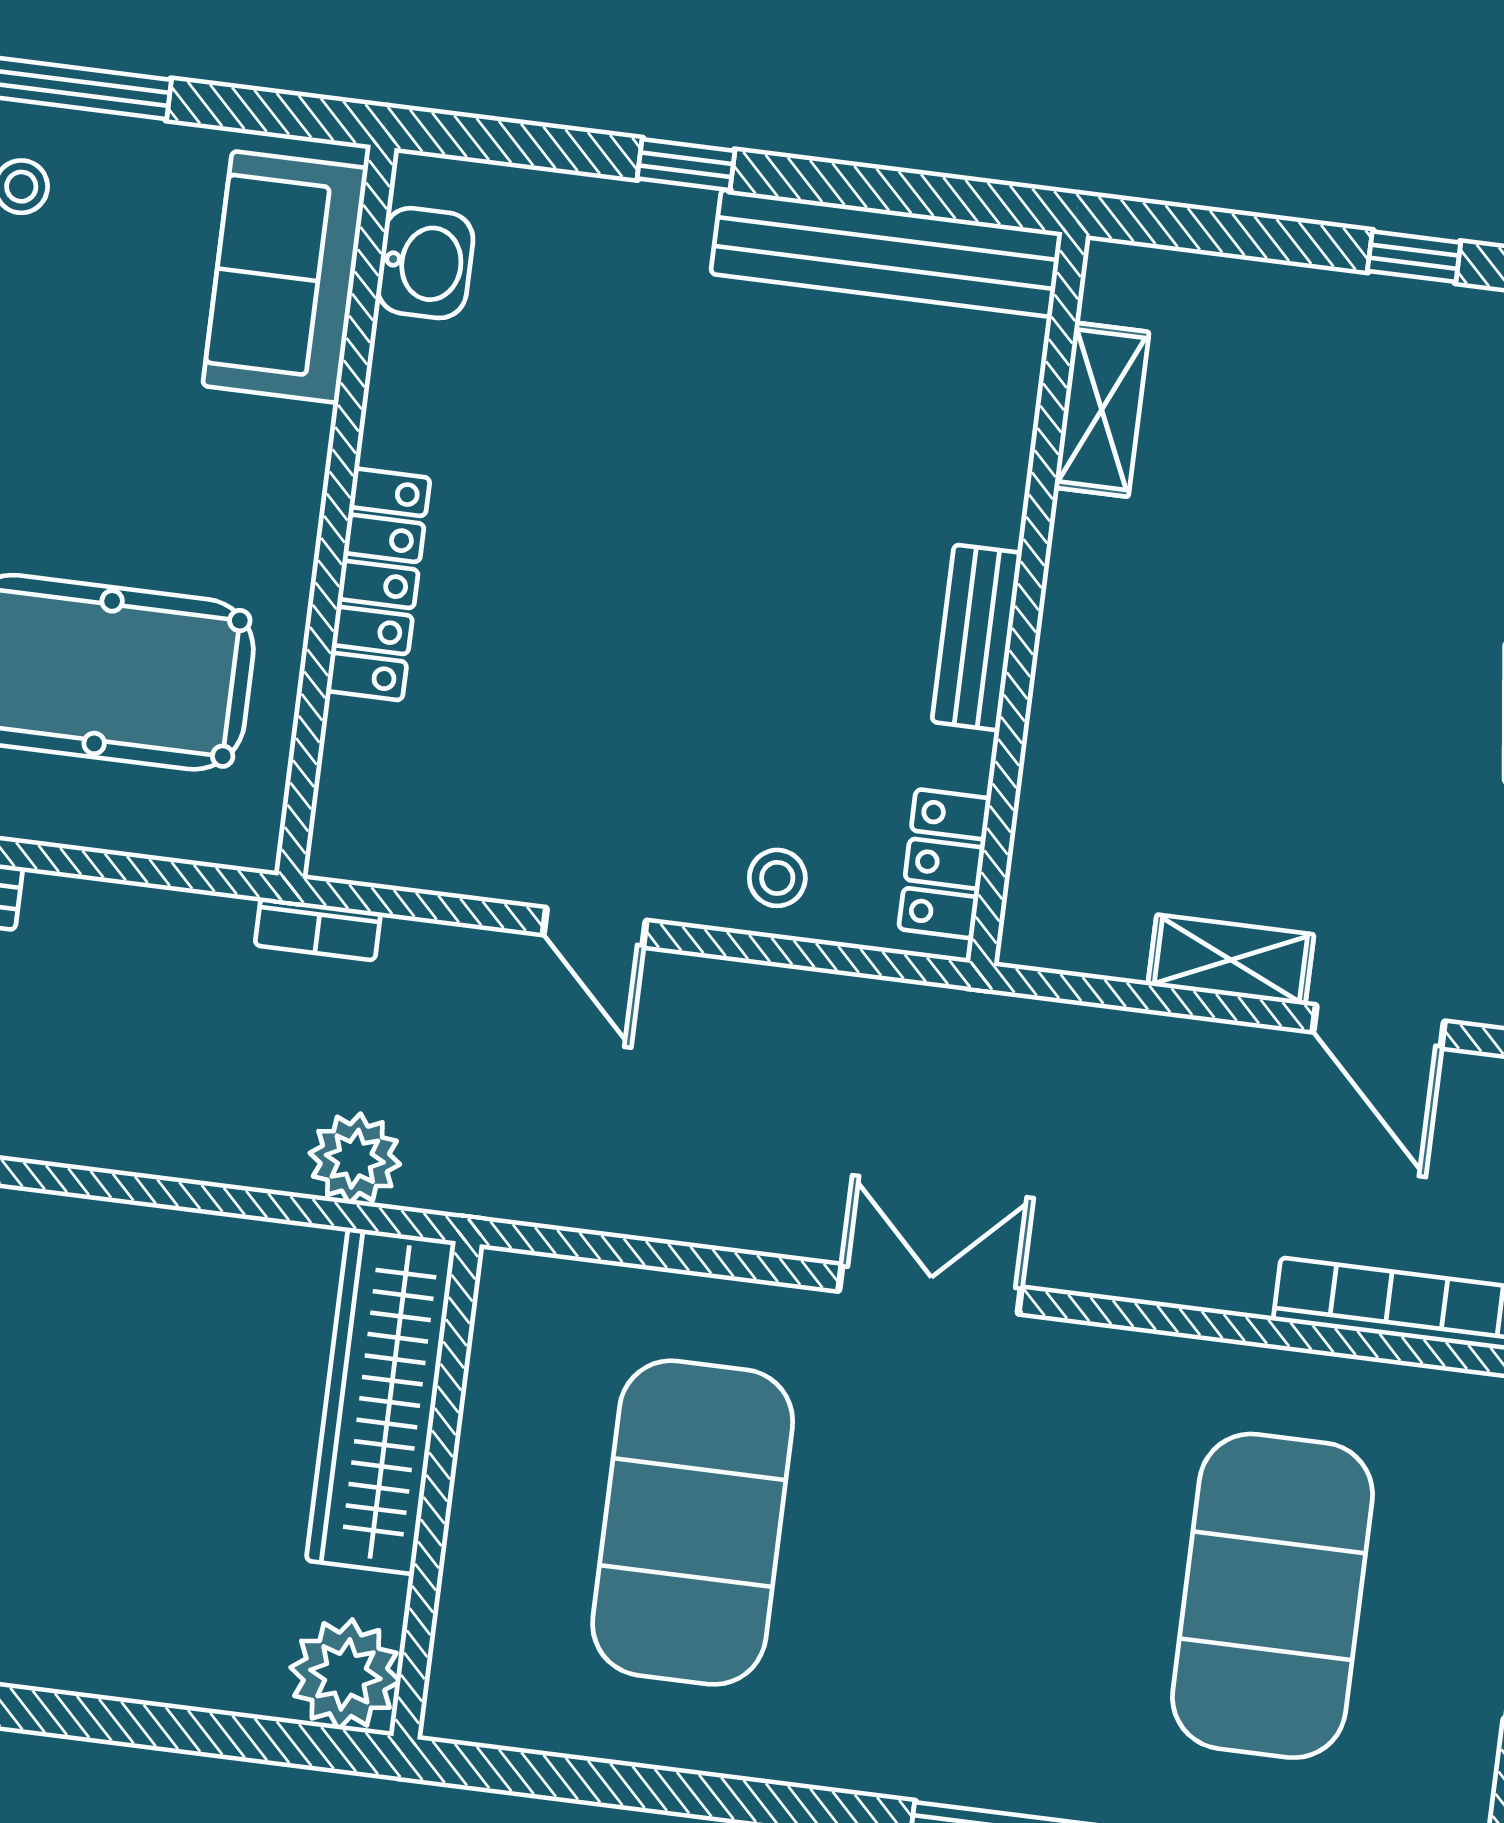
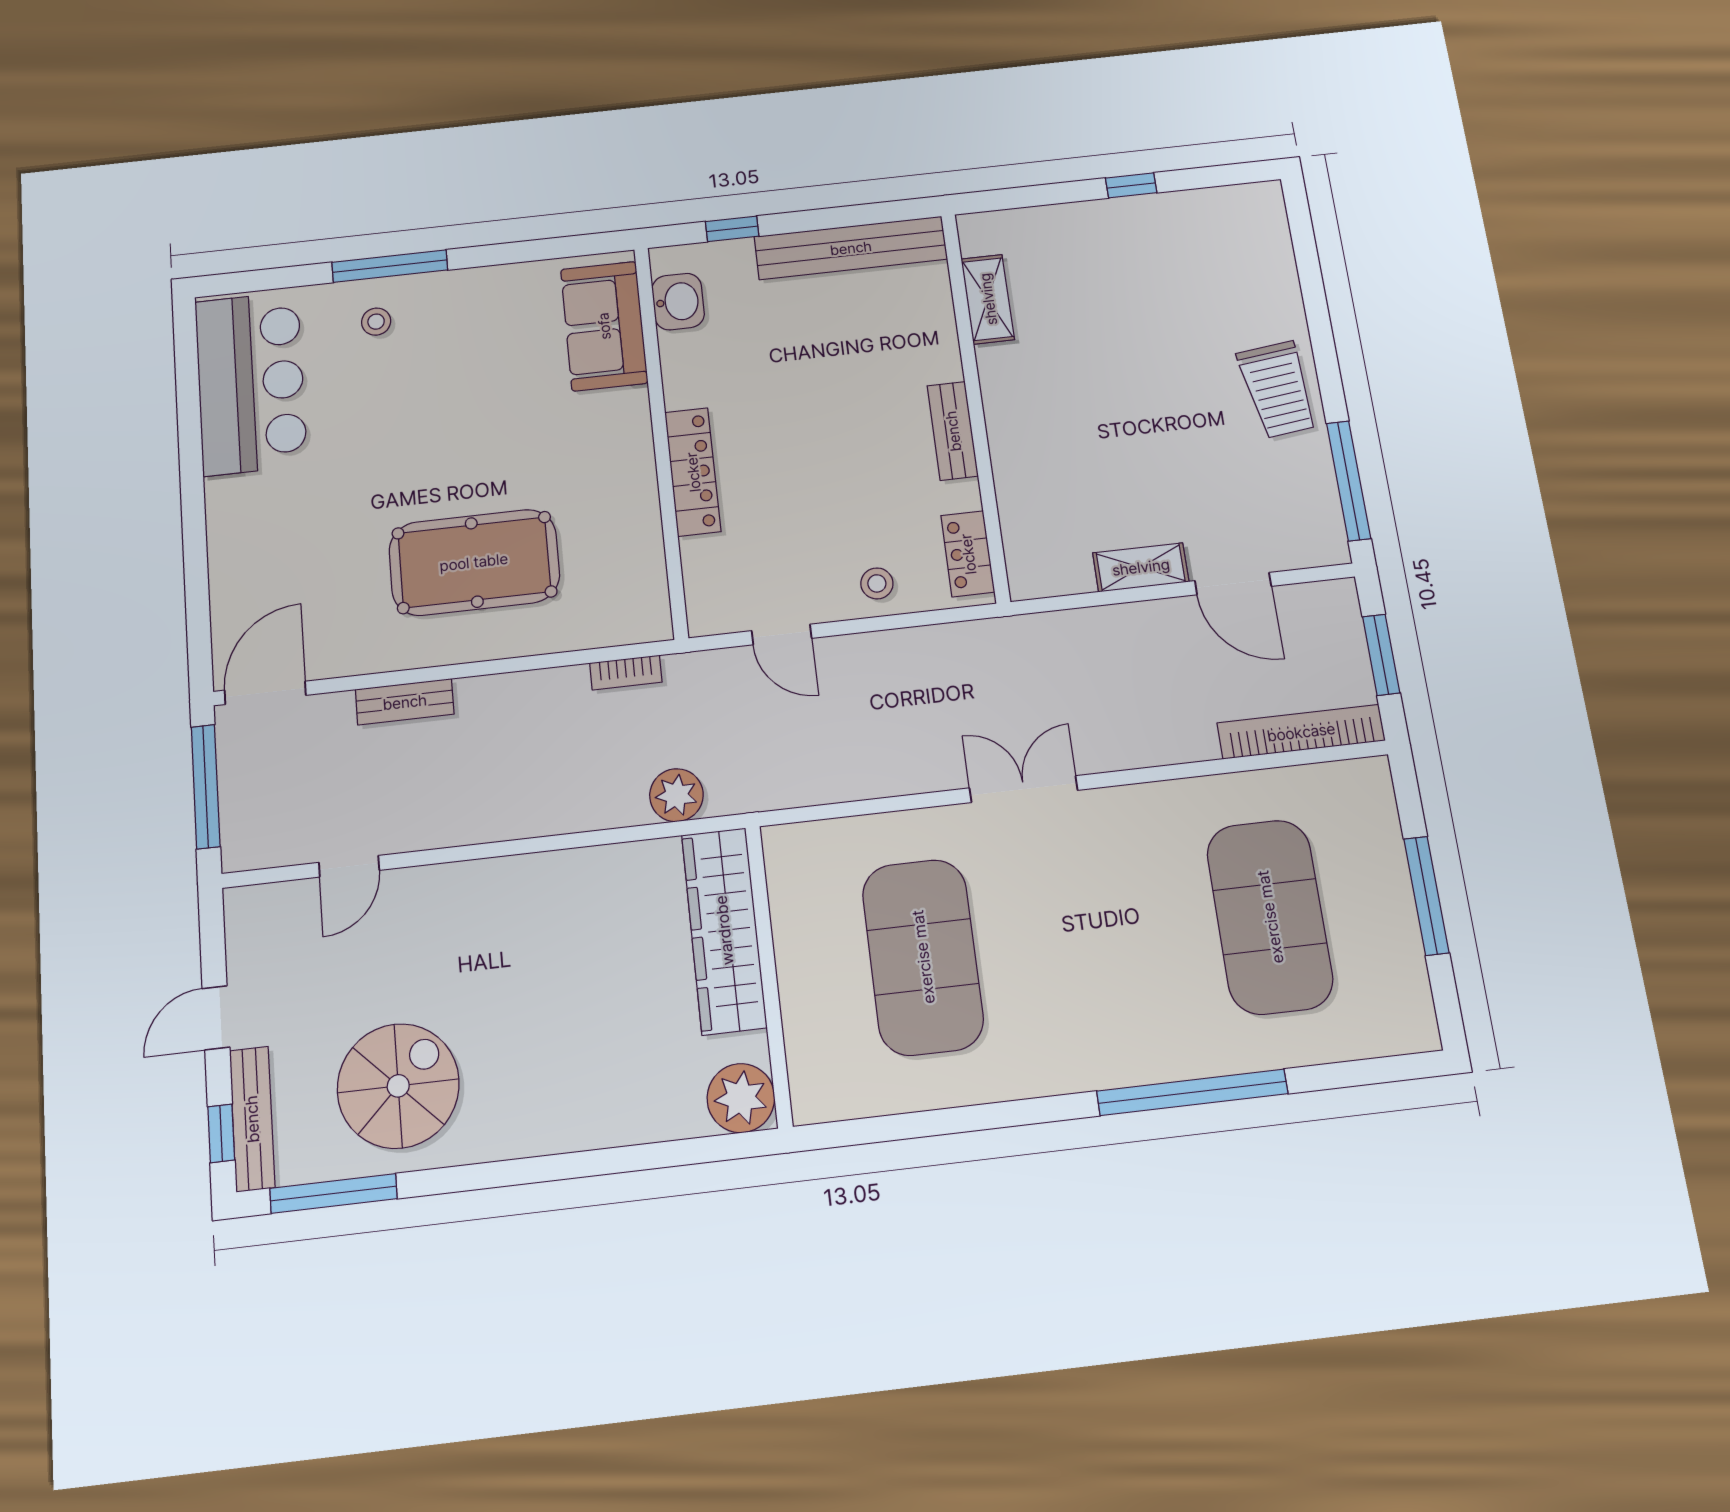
washbasin: (425, 263) -> (678, 302), moved
sofa: (285, 277) -> (604, 326), moved
wall: (337, 512) -> (661, 439), moved
locker: (378, 584) -> (693, 472), moved

